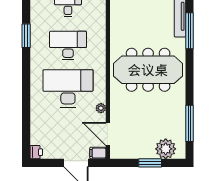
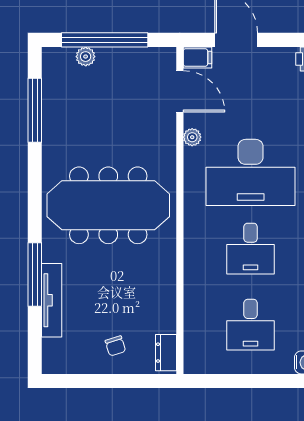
desk: (68, 45) -> (251, 249), width x0.73
plant: (166, 149) -> (86, 57), width x0.53, depth x0.53
window: (150, 163) -> (105, 40), width x2.11

